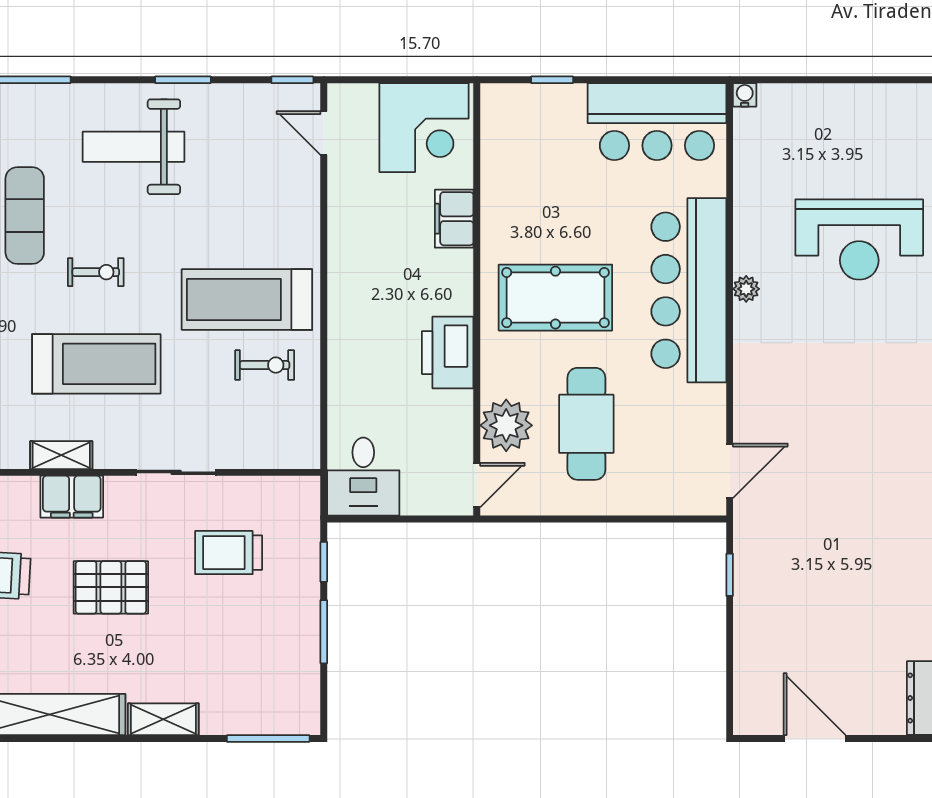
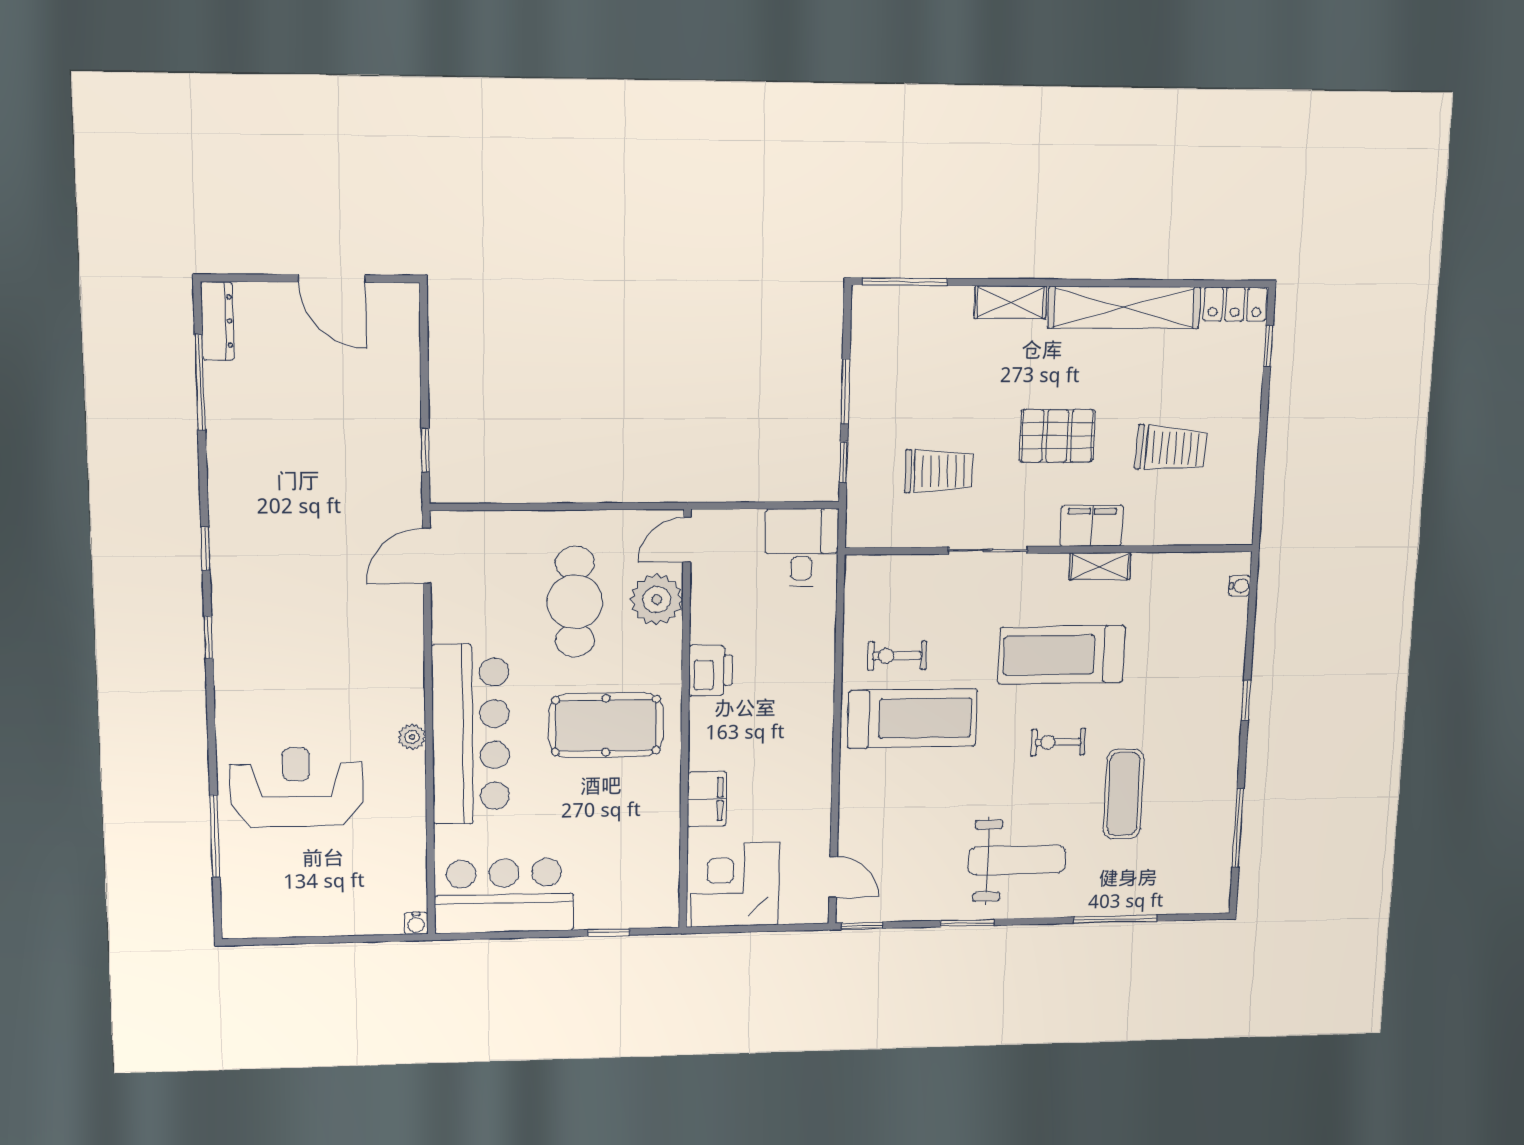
printer: (448, 353) -> (711, 670), width x0.73, depth x0.84

